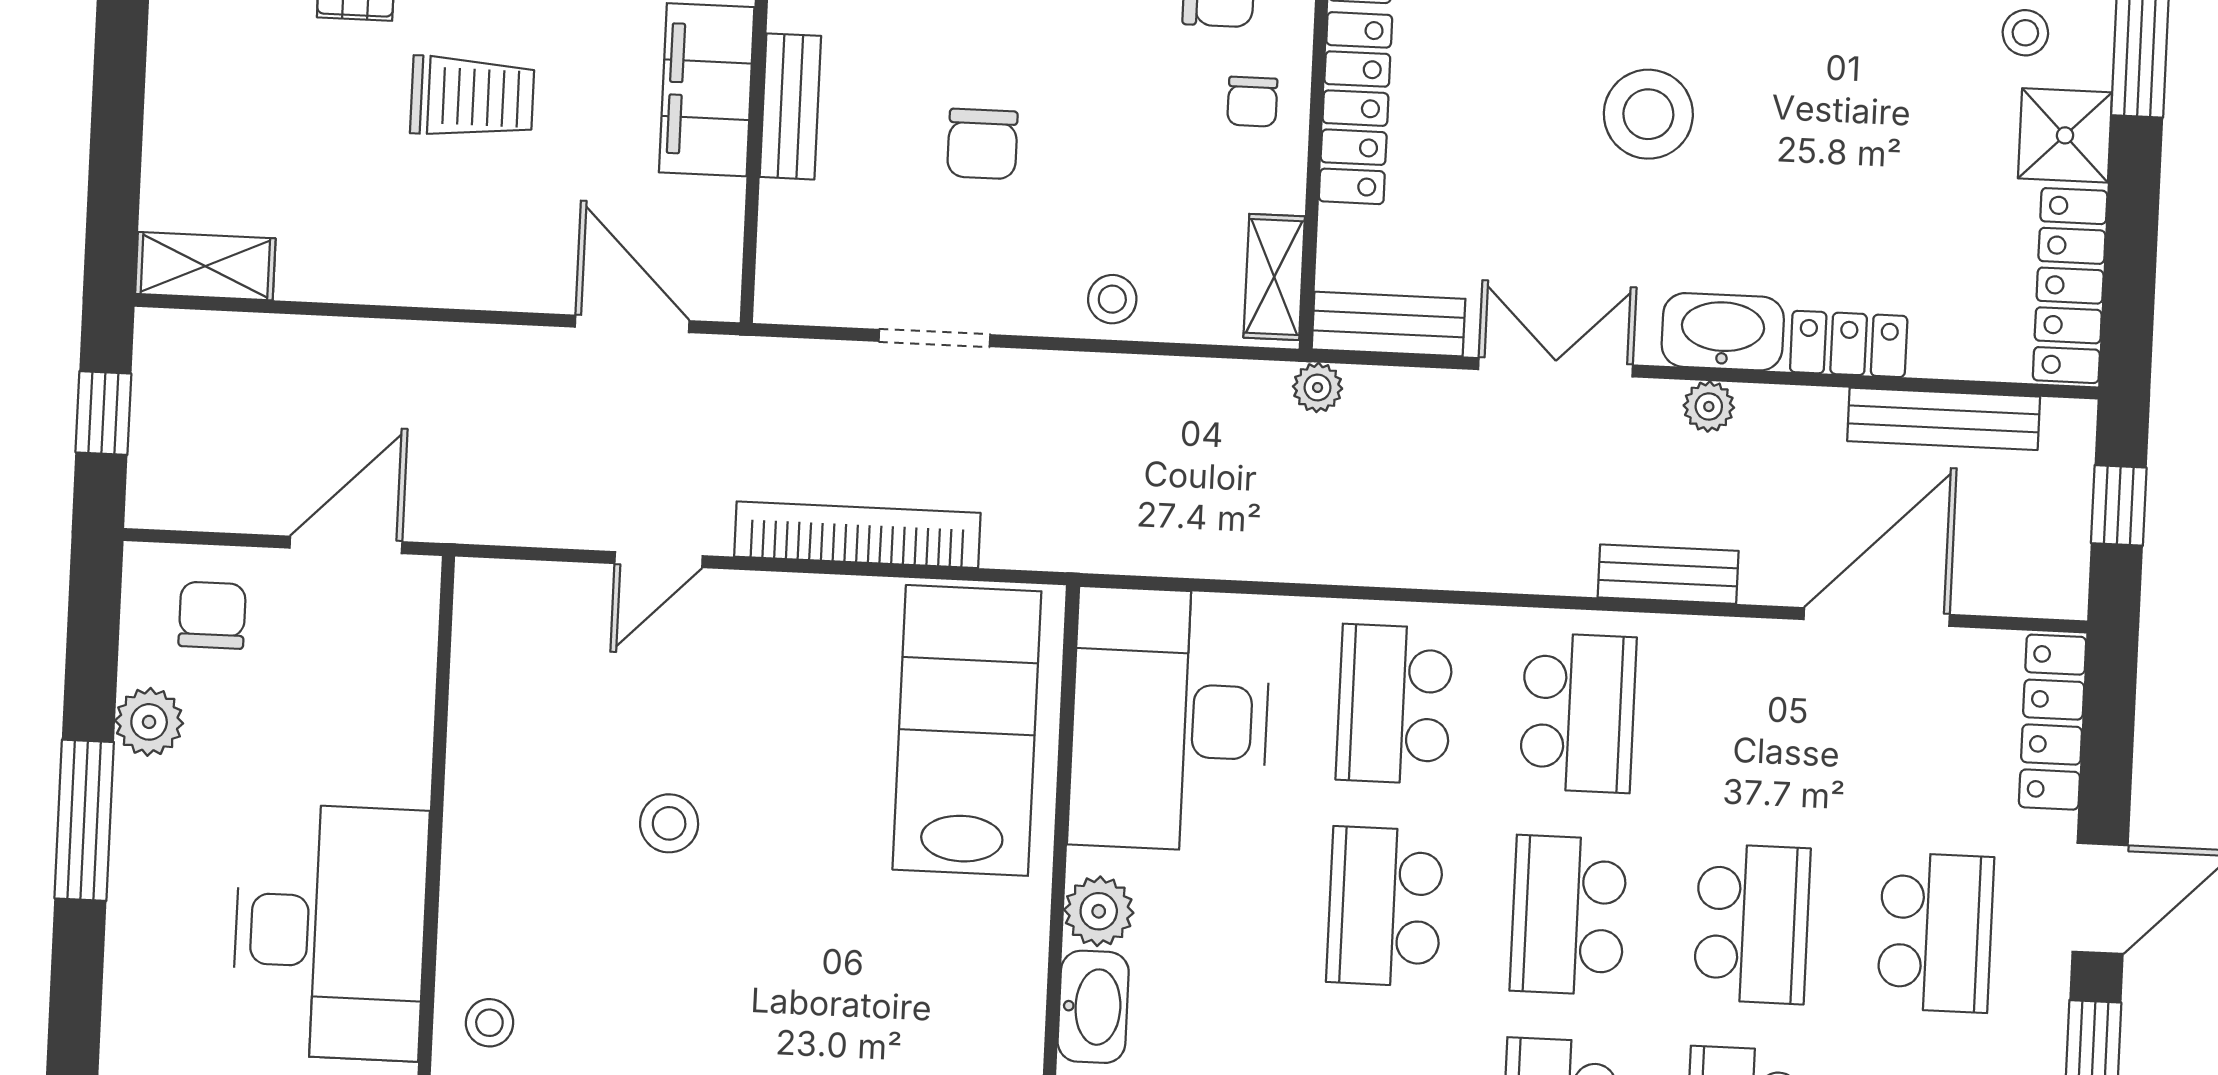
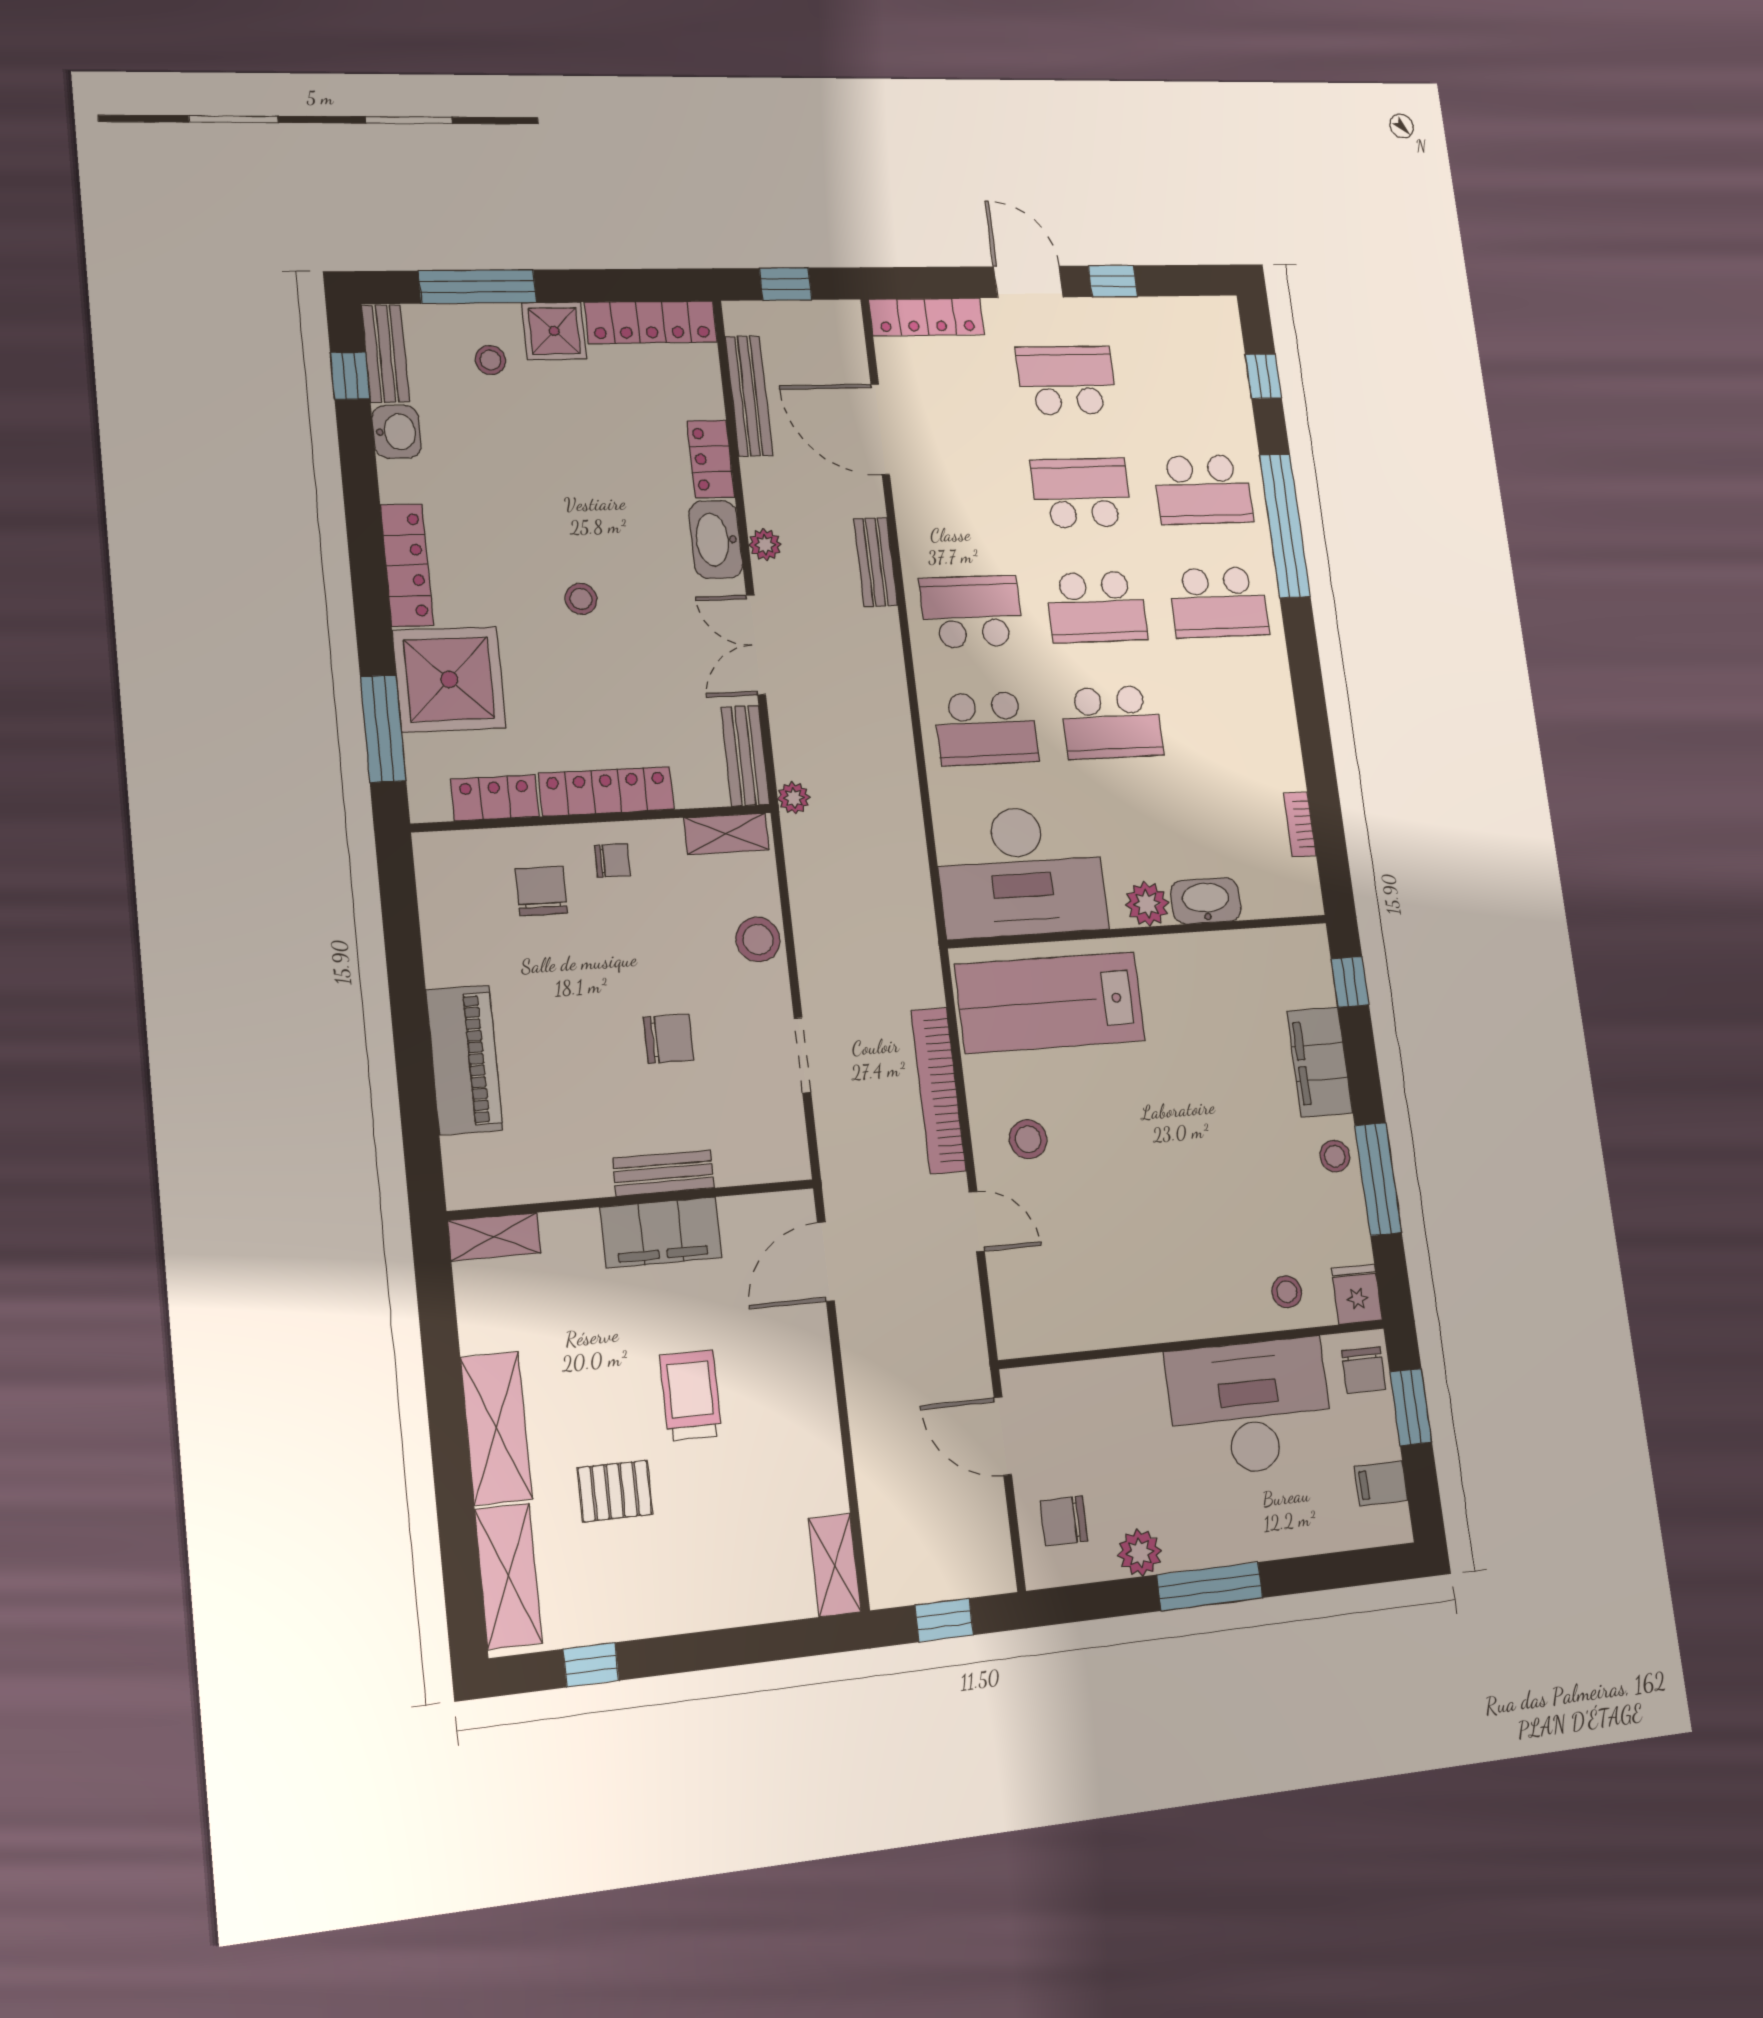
stool: (1648, 114) -> (581, 599), width x0.53, depth x0.53
stool: (1112, 299) -> (758, 939), width x1.37, depth x1.37
stool: (669, 823) -> (1028, 1139), moved

